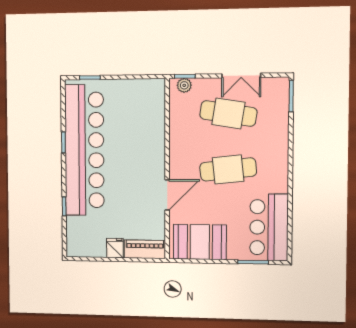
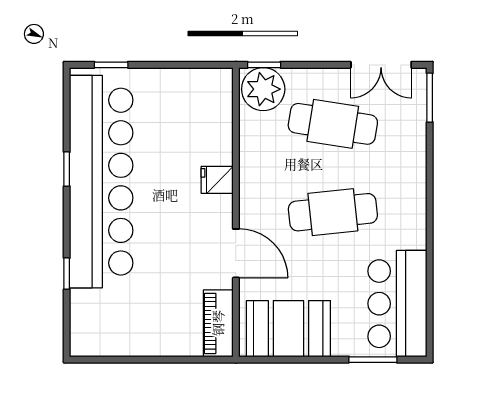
double door: (241, 76) -> (381, 65), moved
plant: (184, 85) -> (263, 89), width x1.87, depth x1.87
door: (167, 195) -> (236, 253), hinge flipped
fridge: (115, 248) -> (217, 180), moved, turned -90
piano: (145, 249) -> (218, 323), moved, turned -90

